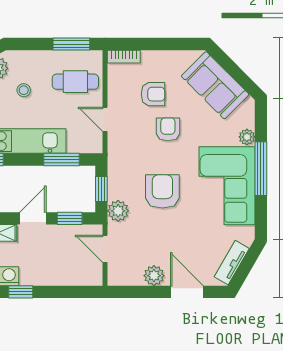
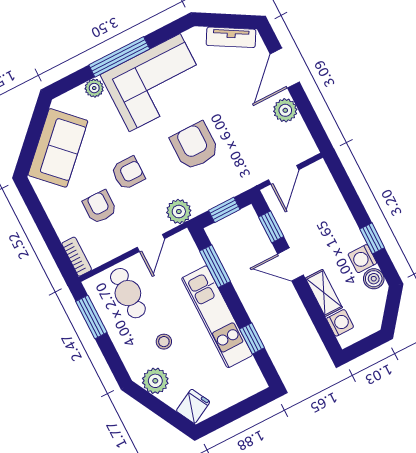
armchair: (168, 129) -> (128, 173), turned 180
armchair: (162, 191) -> (195, 146), turned 90
plant: (118, 211) -> (179, 212), moved

